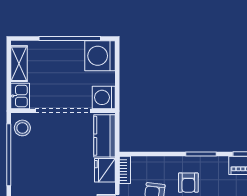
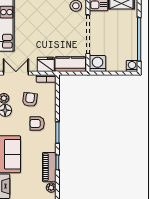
washing machine: (100, 56) -> (132, 66), width x0.53, depth x0.53

